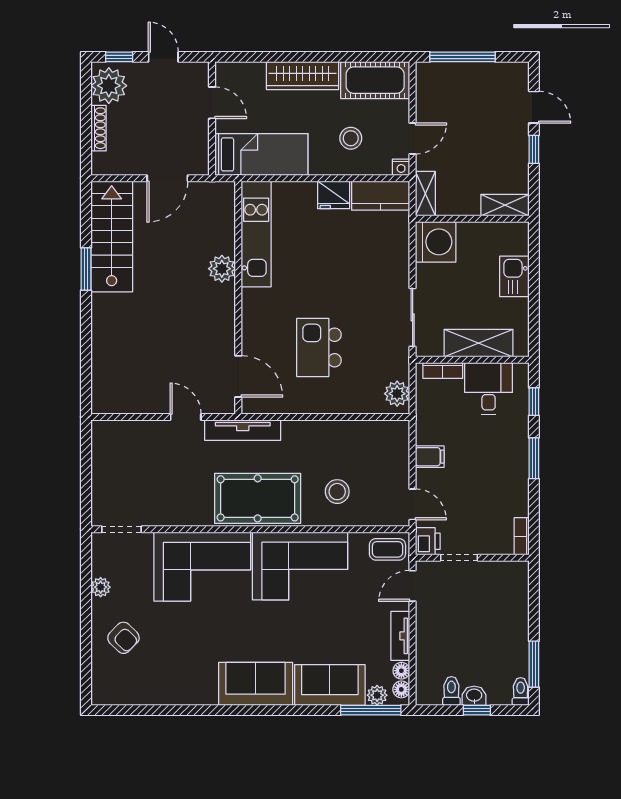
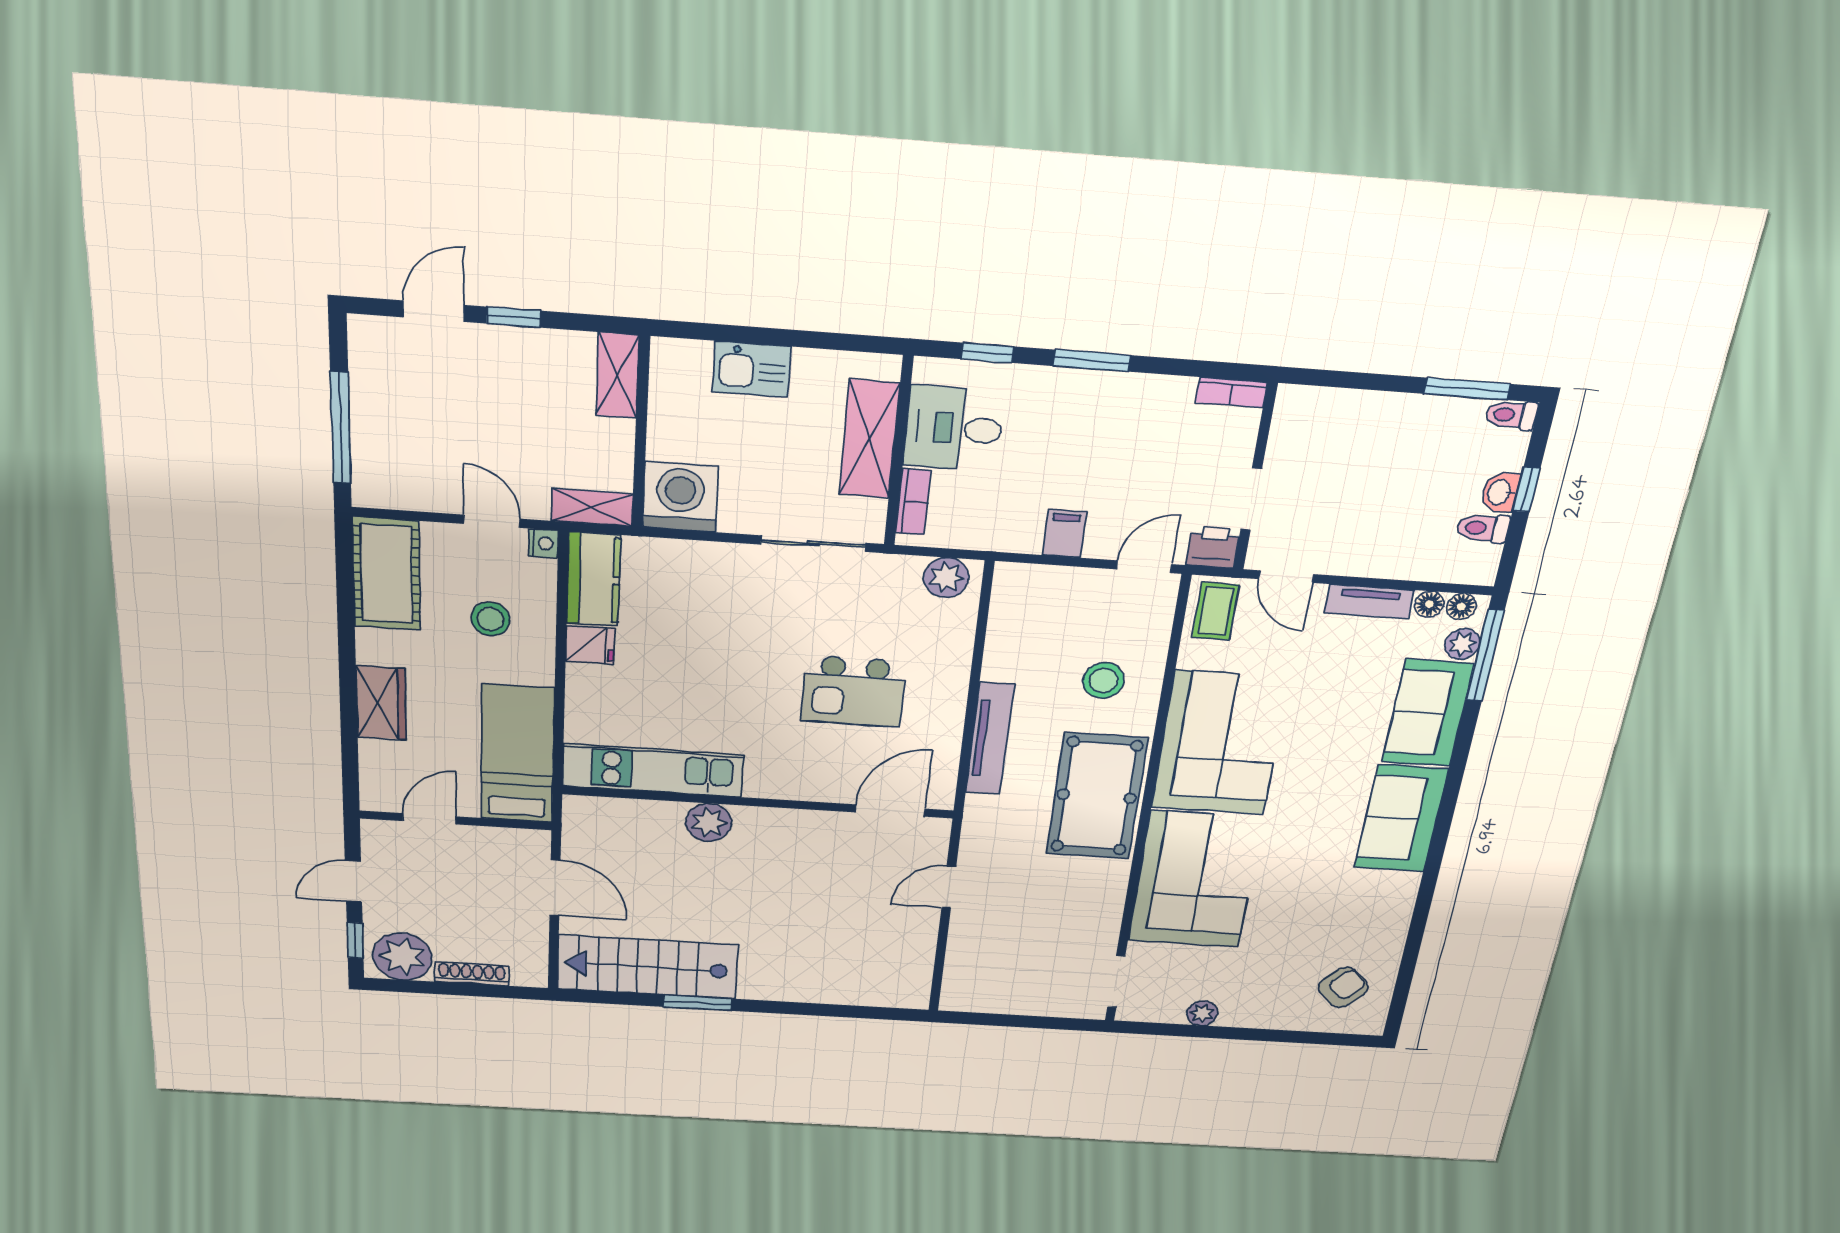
wardrobe: (303, 76) -> (381, 703), width x0.67
fridge: (334, 195) -> (590, 645), width x0.72
tv unit: (243, 430) -> (990, 739), moved
armchair: (123, 638) -> (1343, 987), moved

